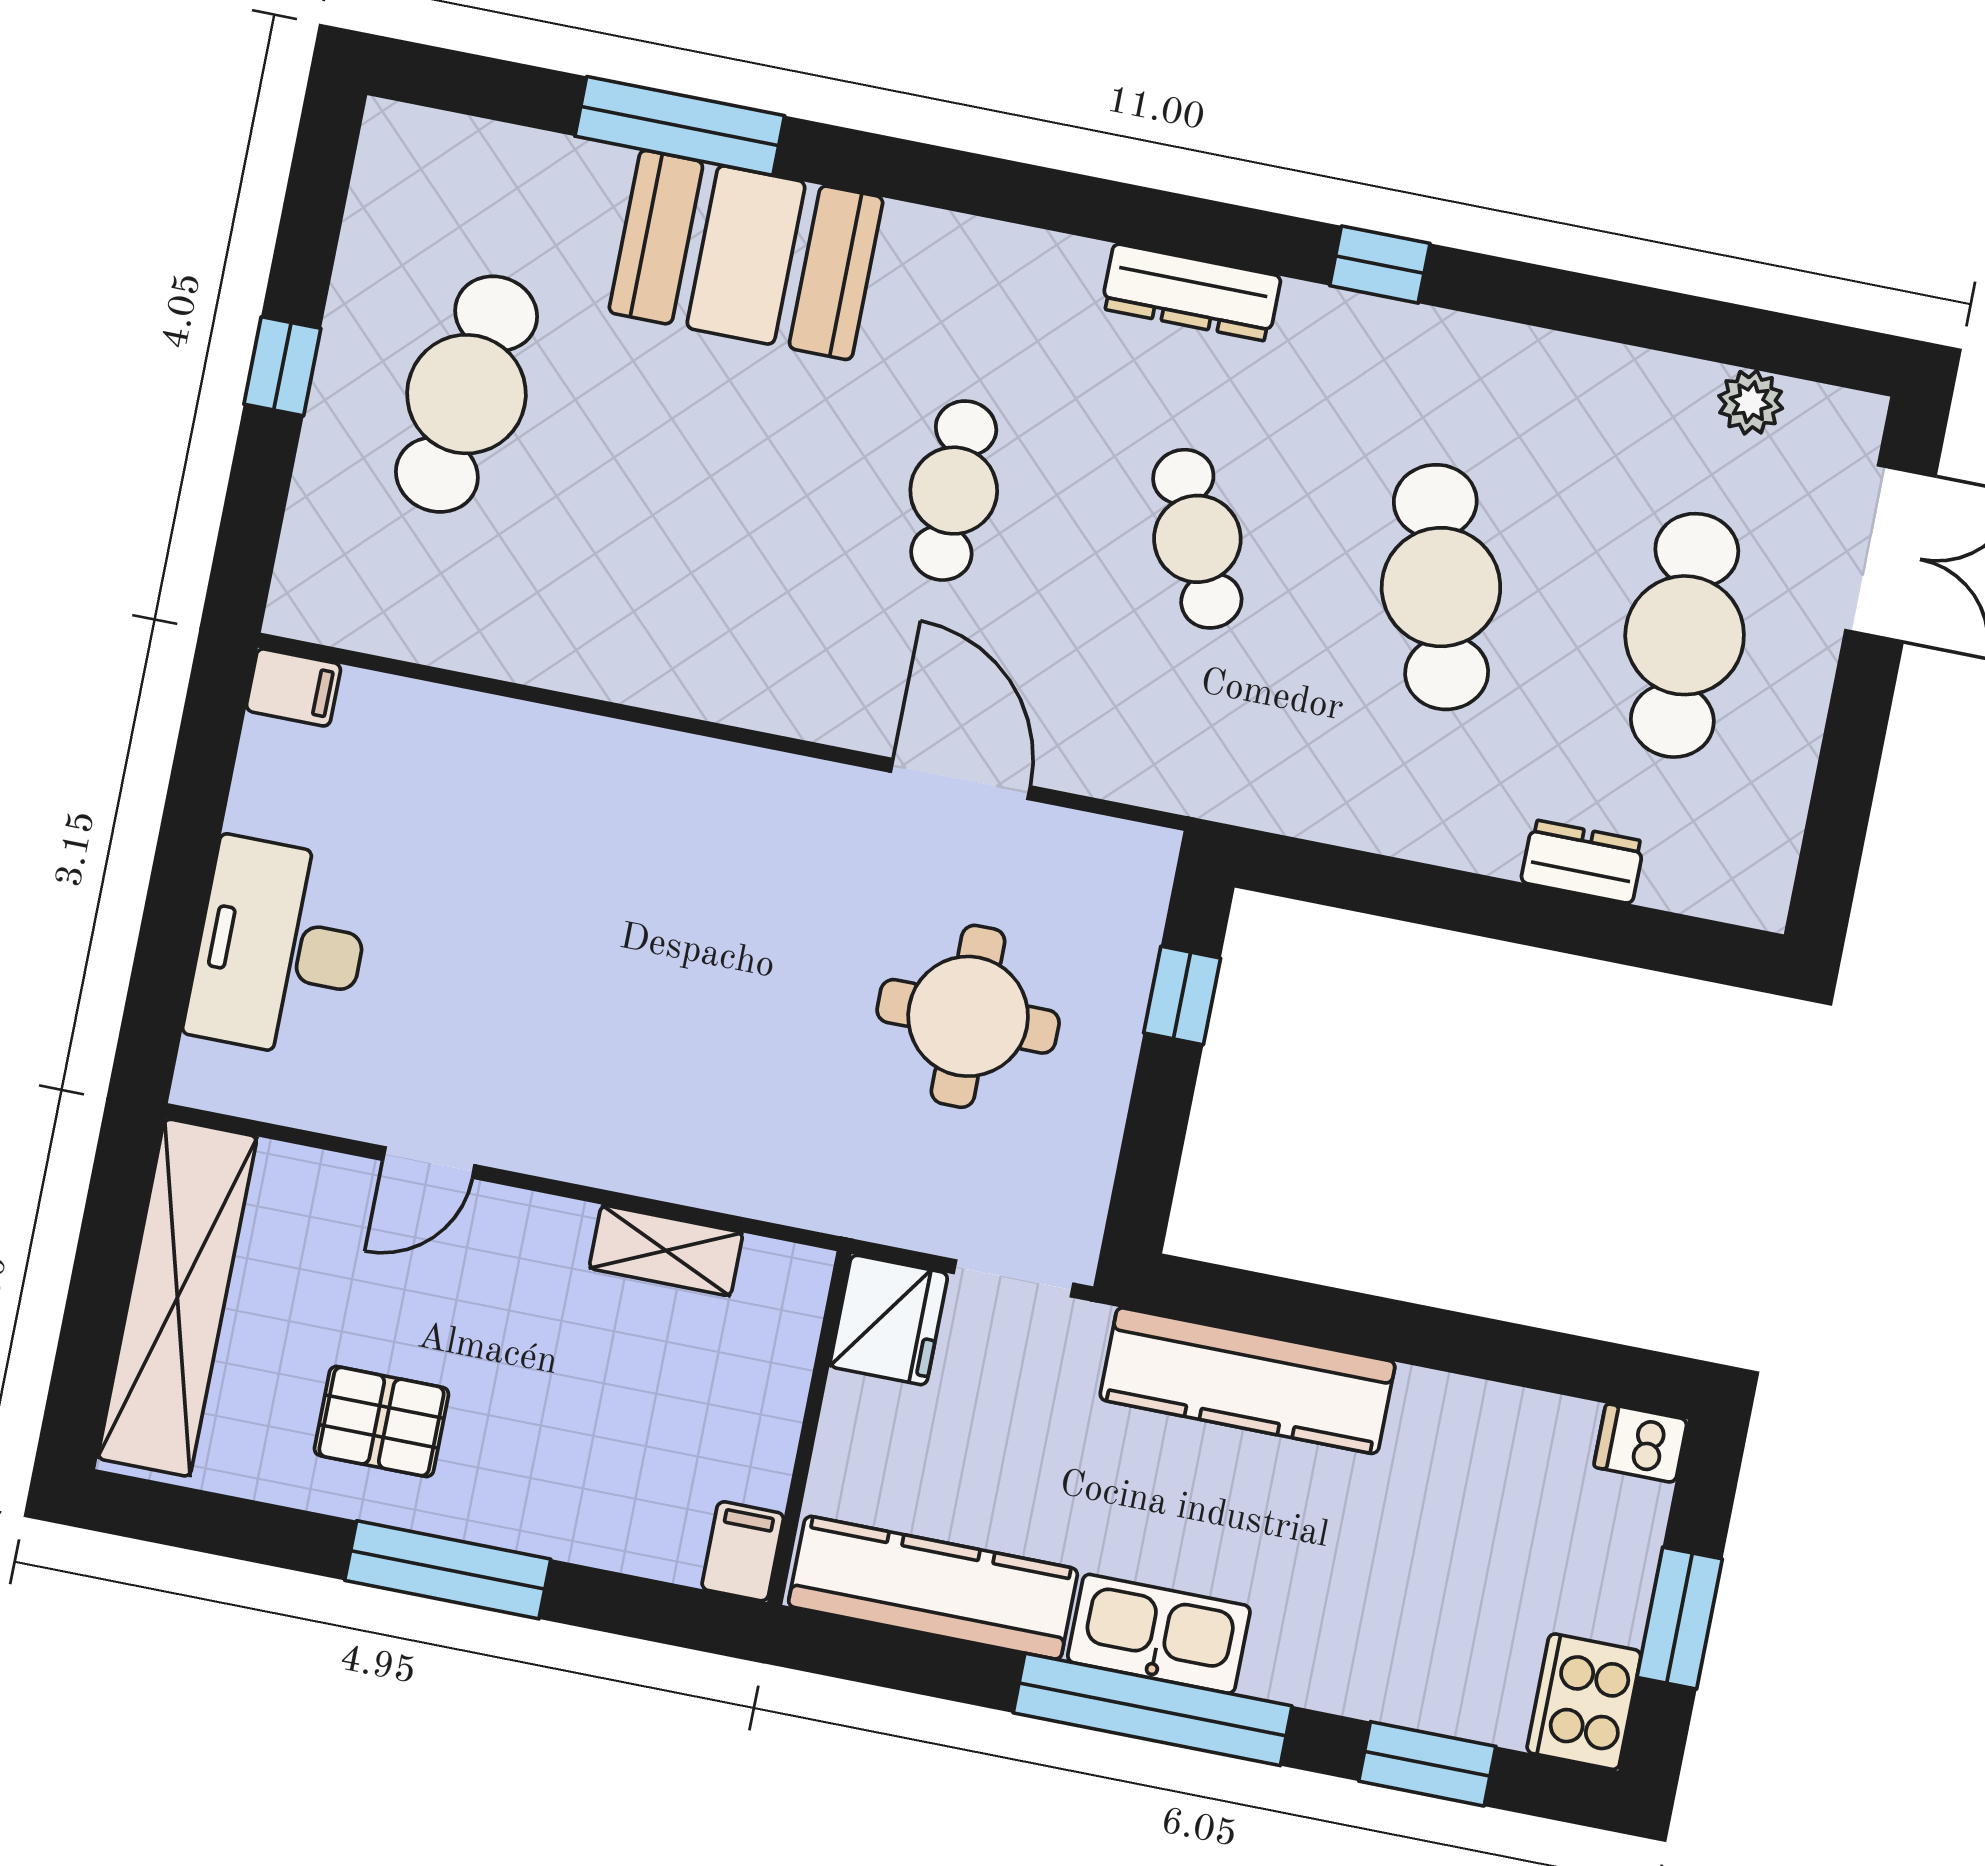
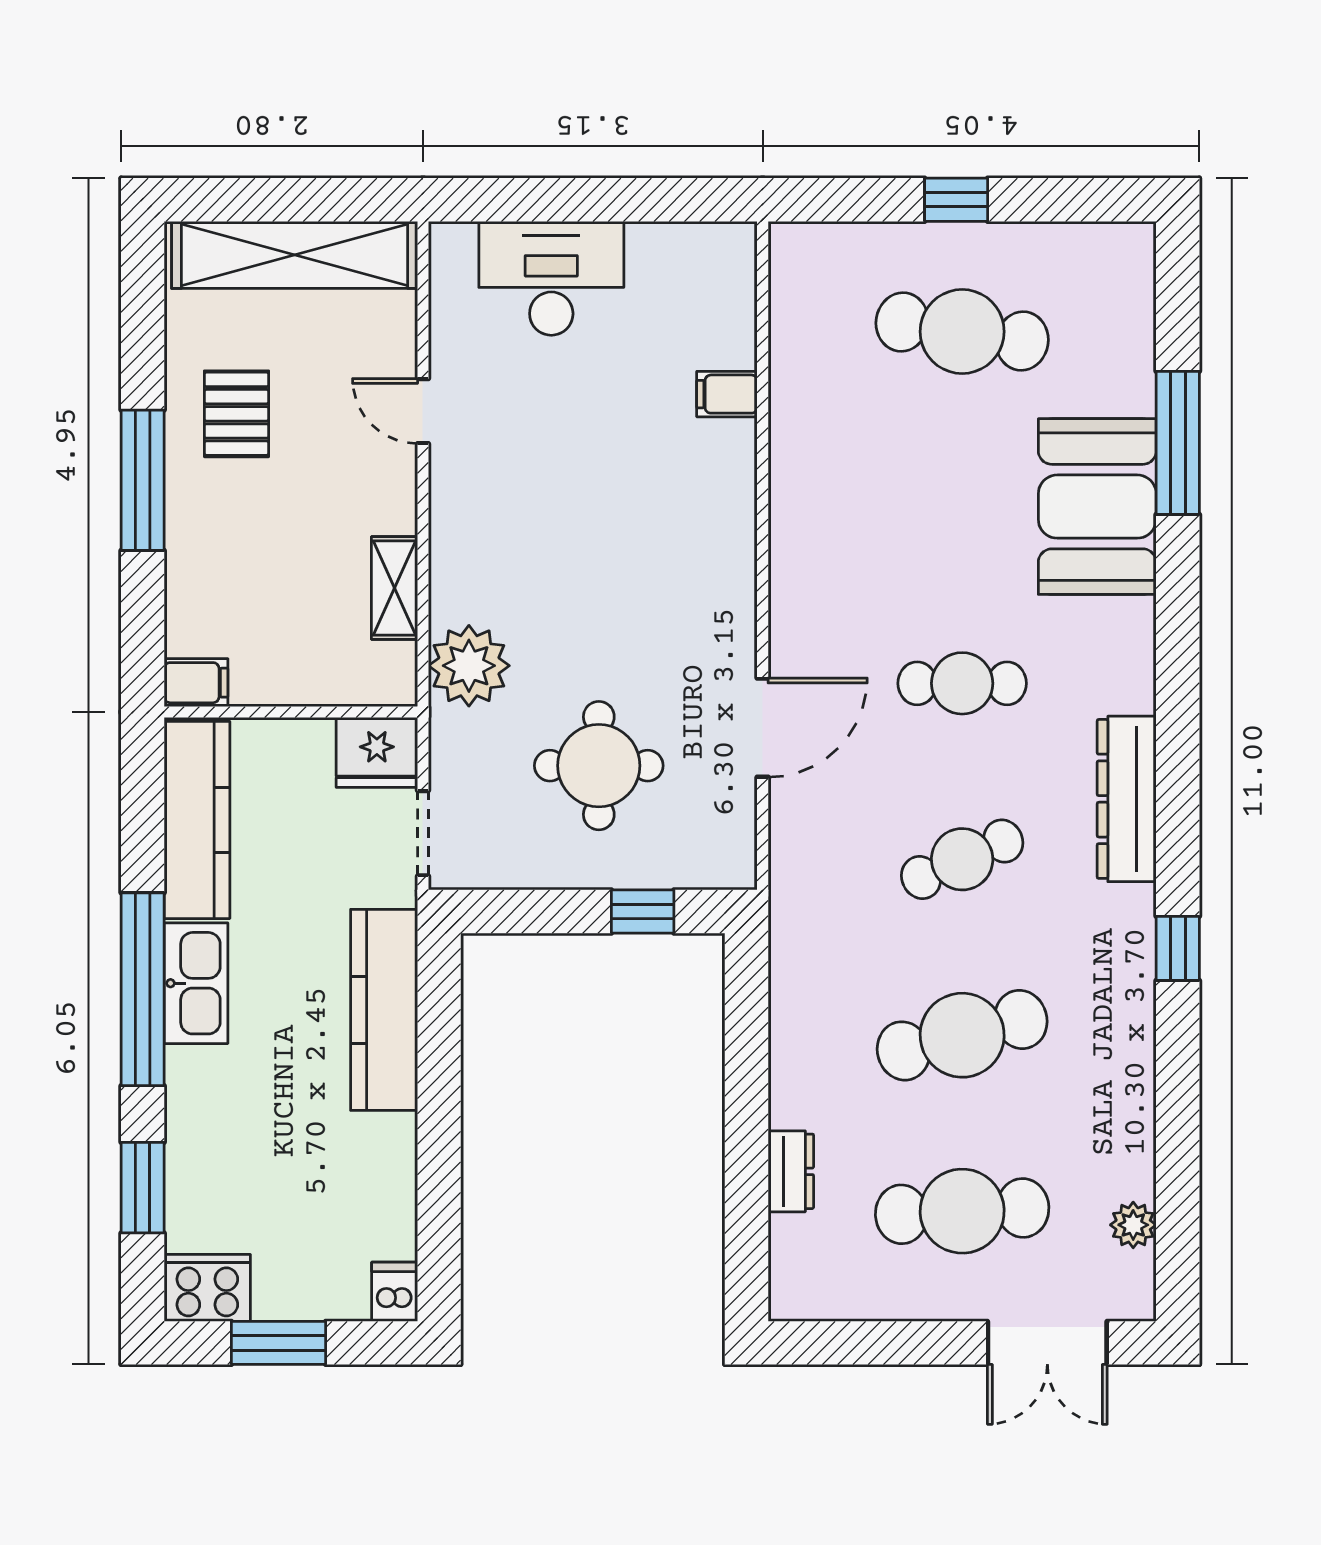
dresser: (1191, 292) -> (1127, 799), width x1.37, depth x1.24
filing cabinet: (293, 687) -> (727, 394), moved, turned 90
plant: (794, 1169) -> (469, 666), added

